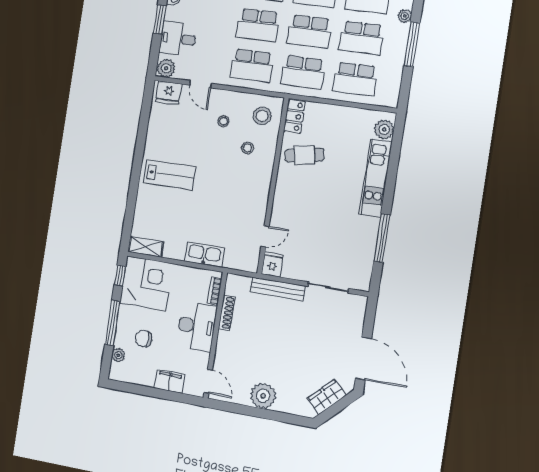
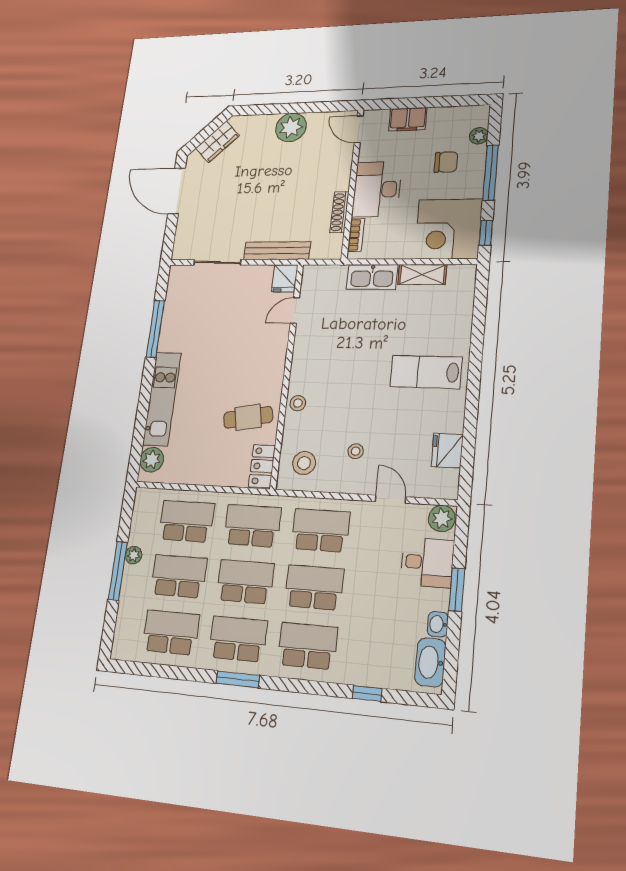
plant: (405, 16) -> (134, 555), moved
fridge: (169, 93) -> (447, 451), moved, turned -90
stool: (247, 148) -> (298, 403), moved
shelving: (146, 247) -> (422, 274), moved

